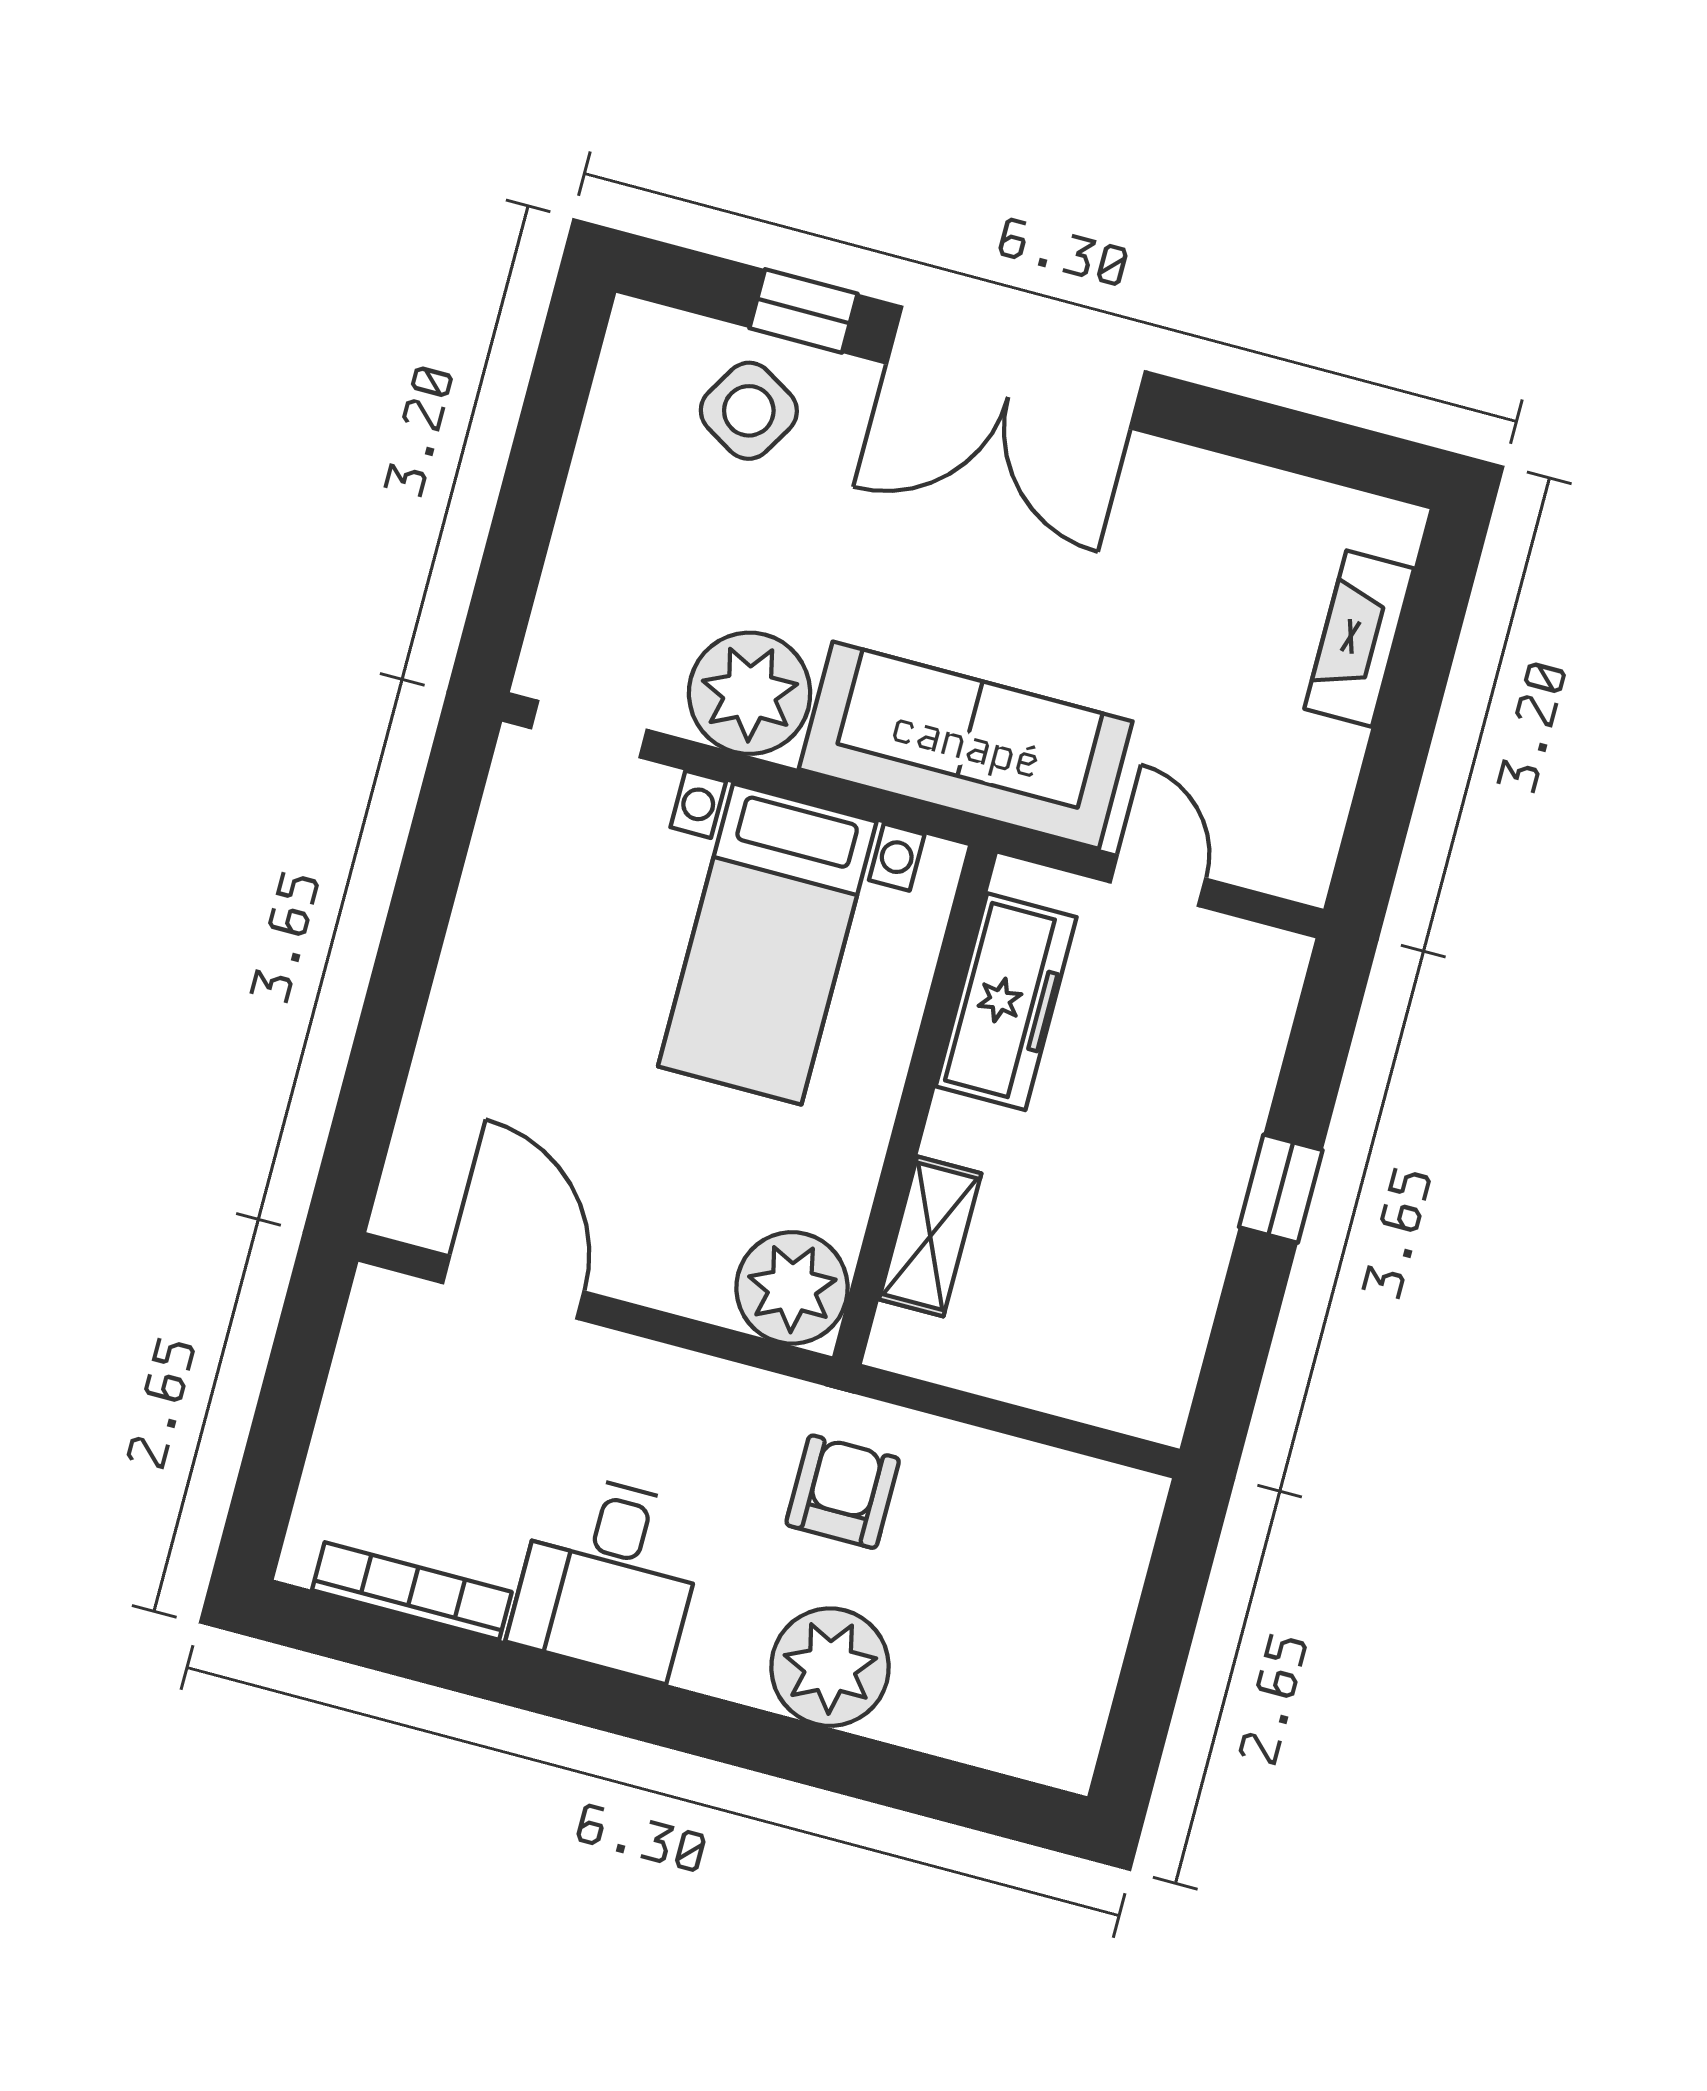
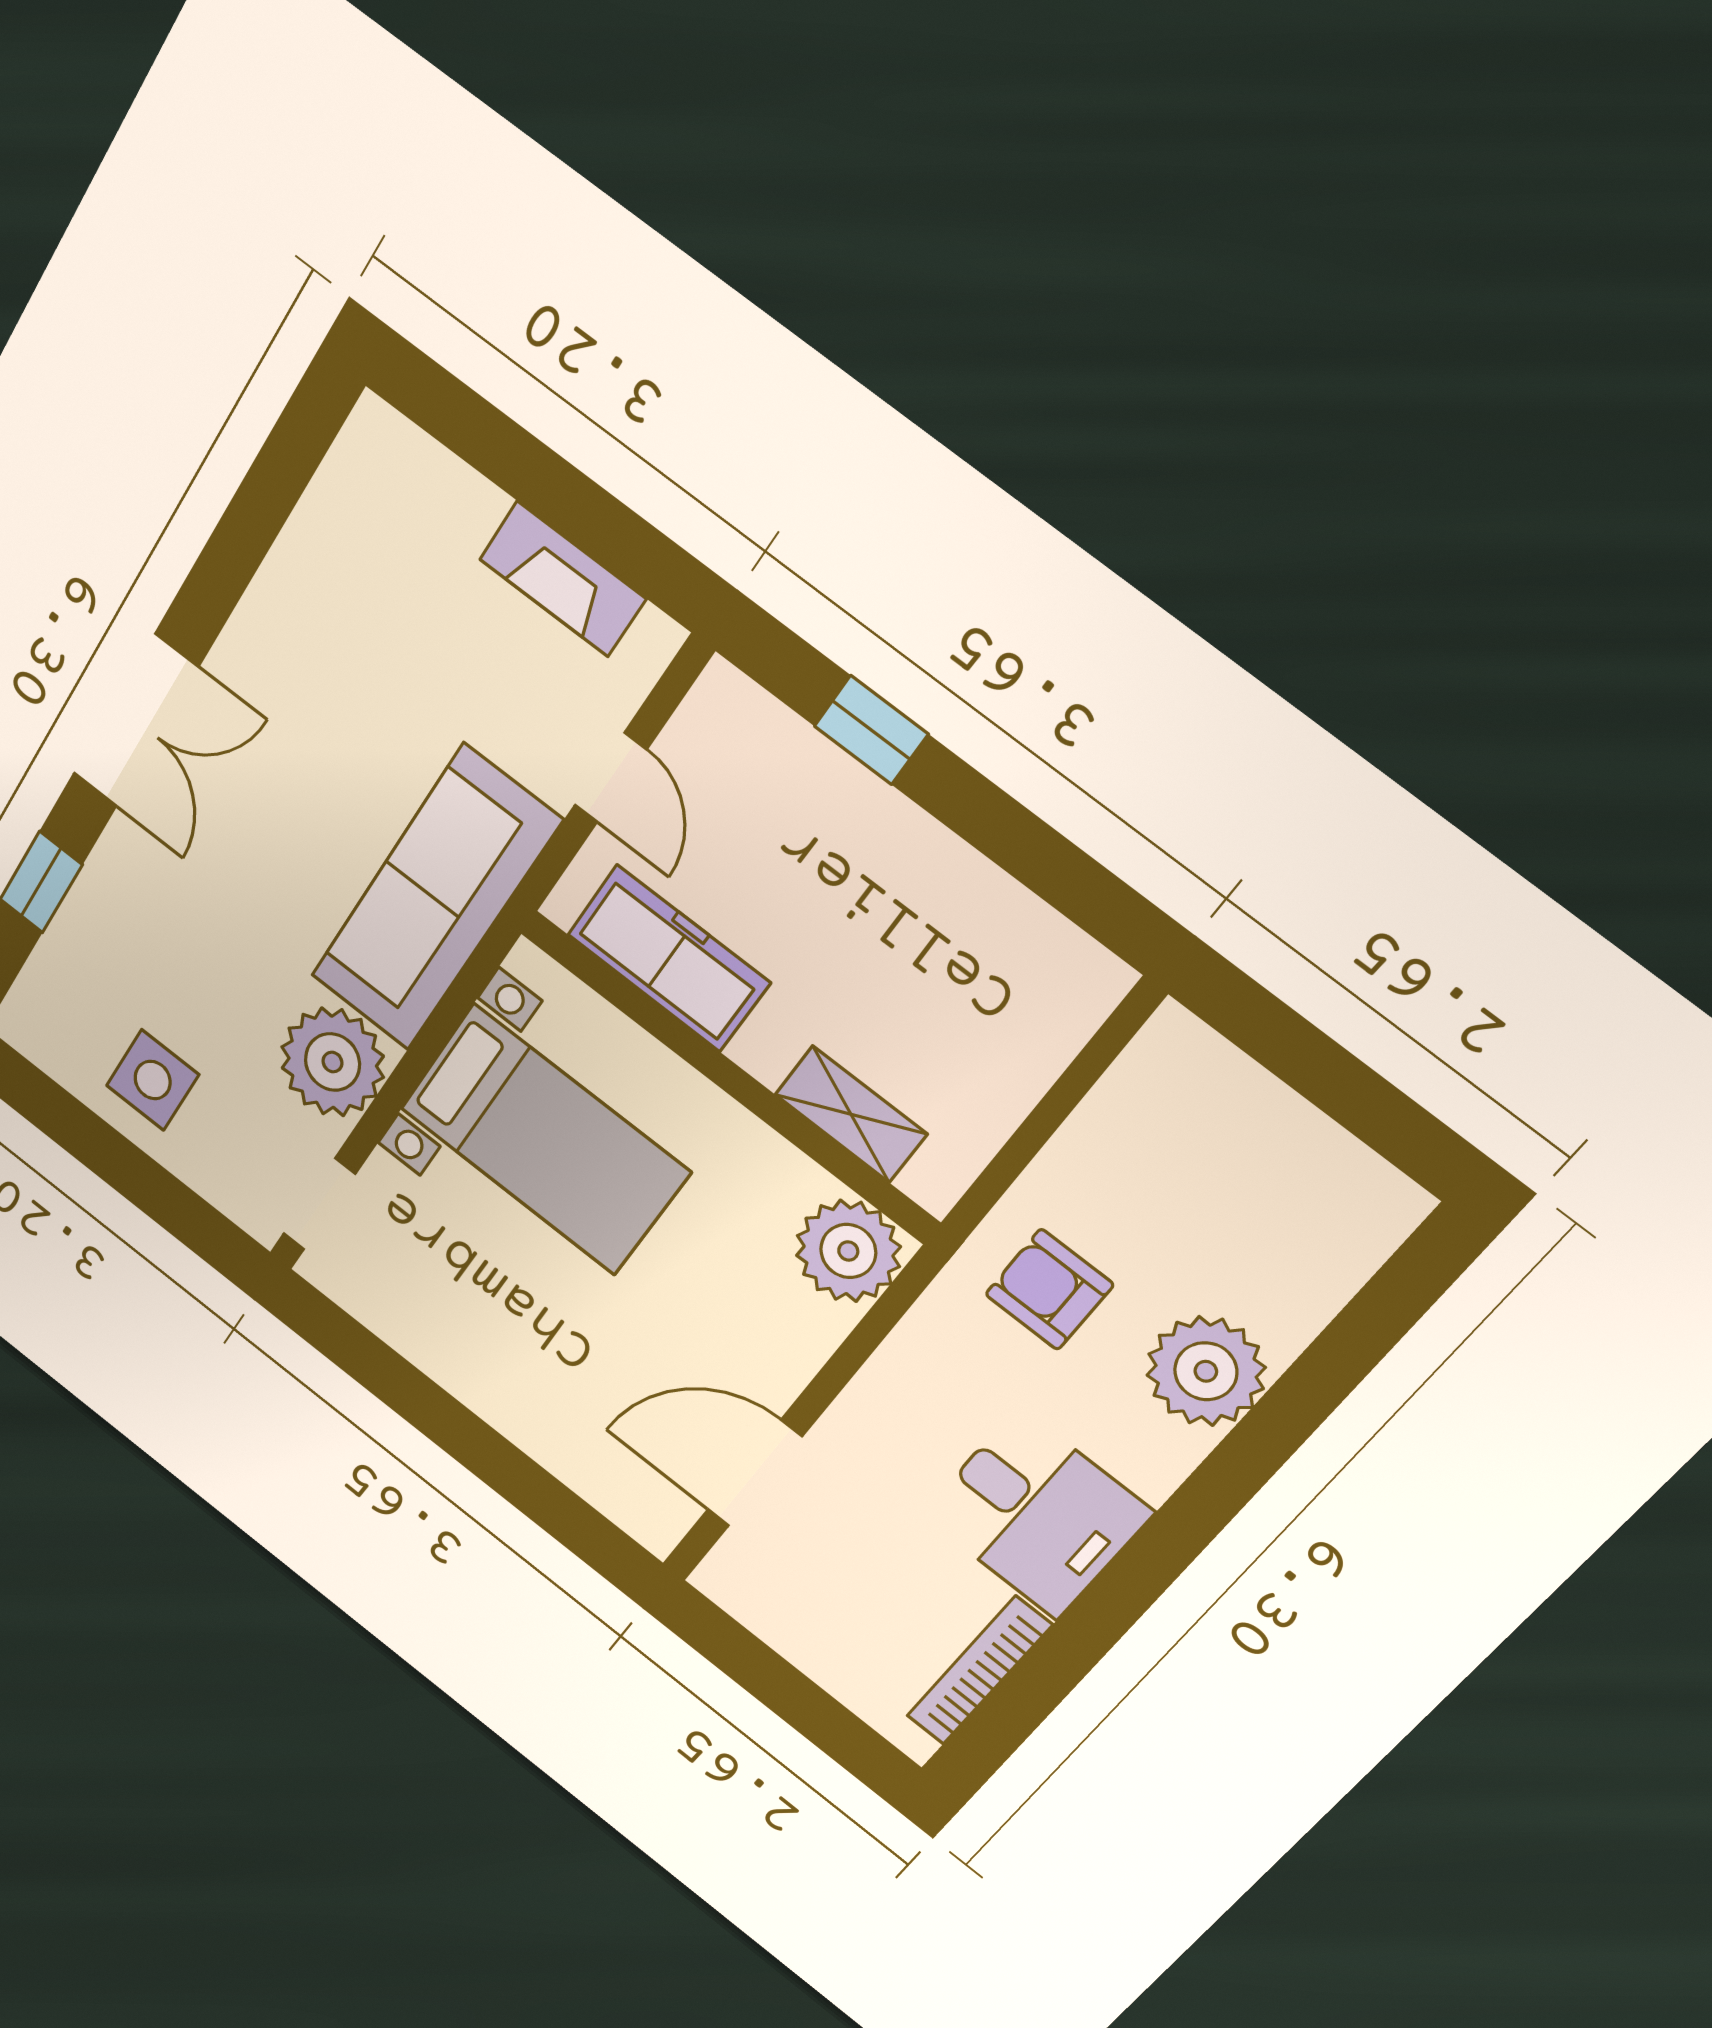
double door: (1016, 367) -> (136, 721), width x0.73
side table: (749, 411) -> (153, 1080), moved, turned -31
fireplace: (1359, 639) -> (563, 579), moved
door: (1158, 880) -> (611, 777), swing flipped
window: (1281, 1189) -> (871, 730), moved

